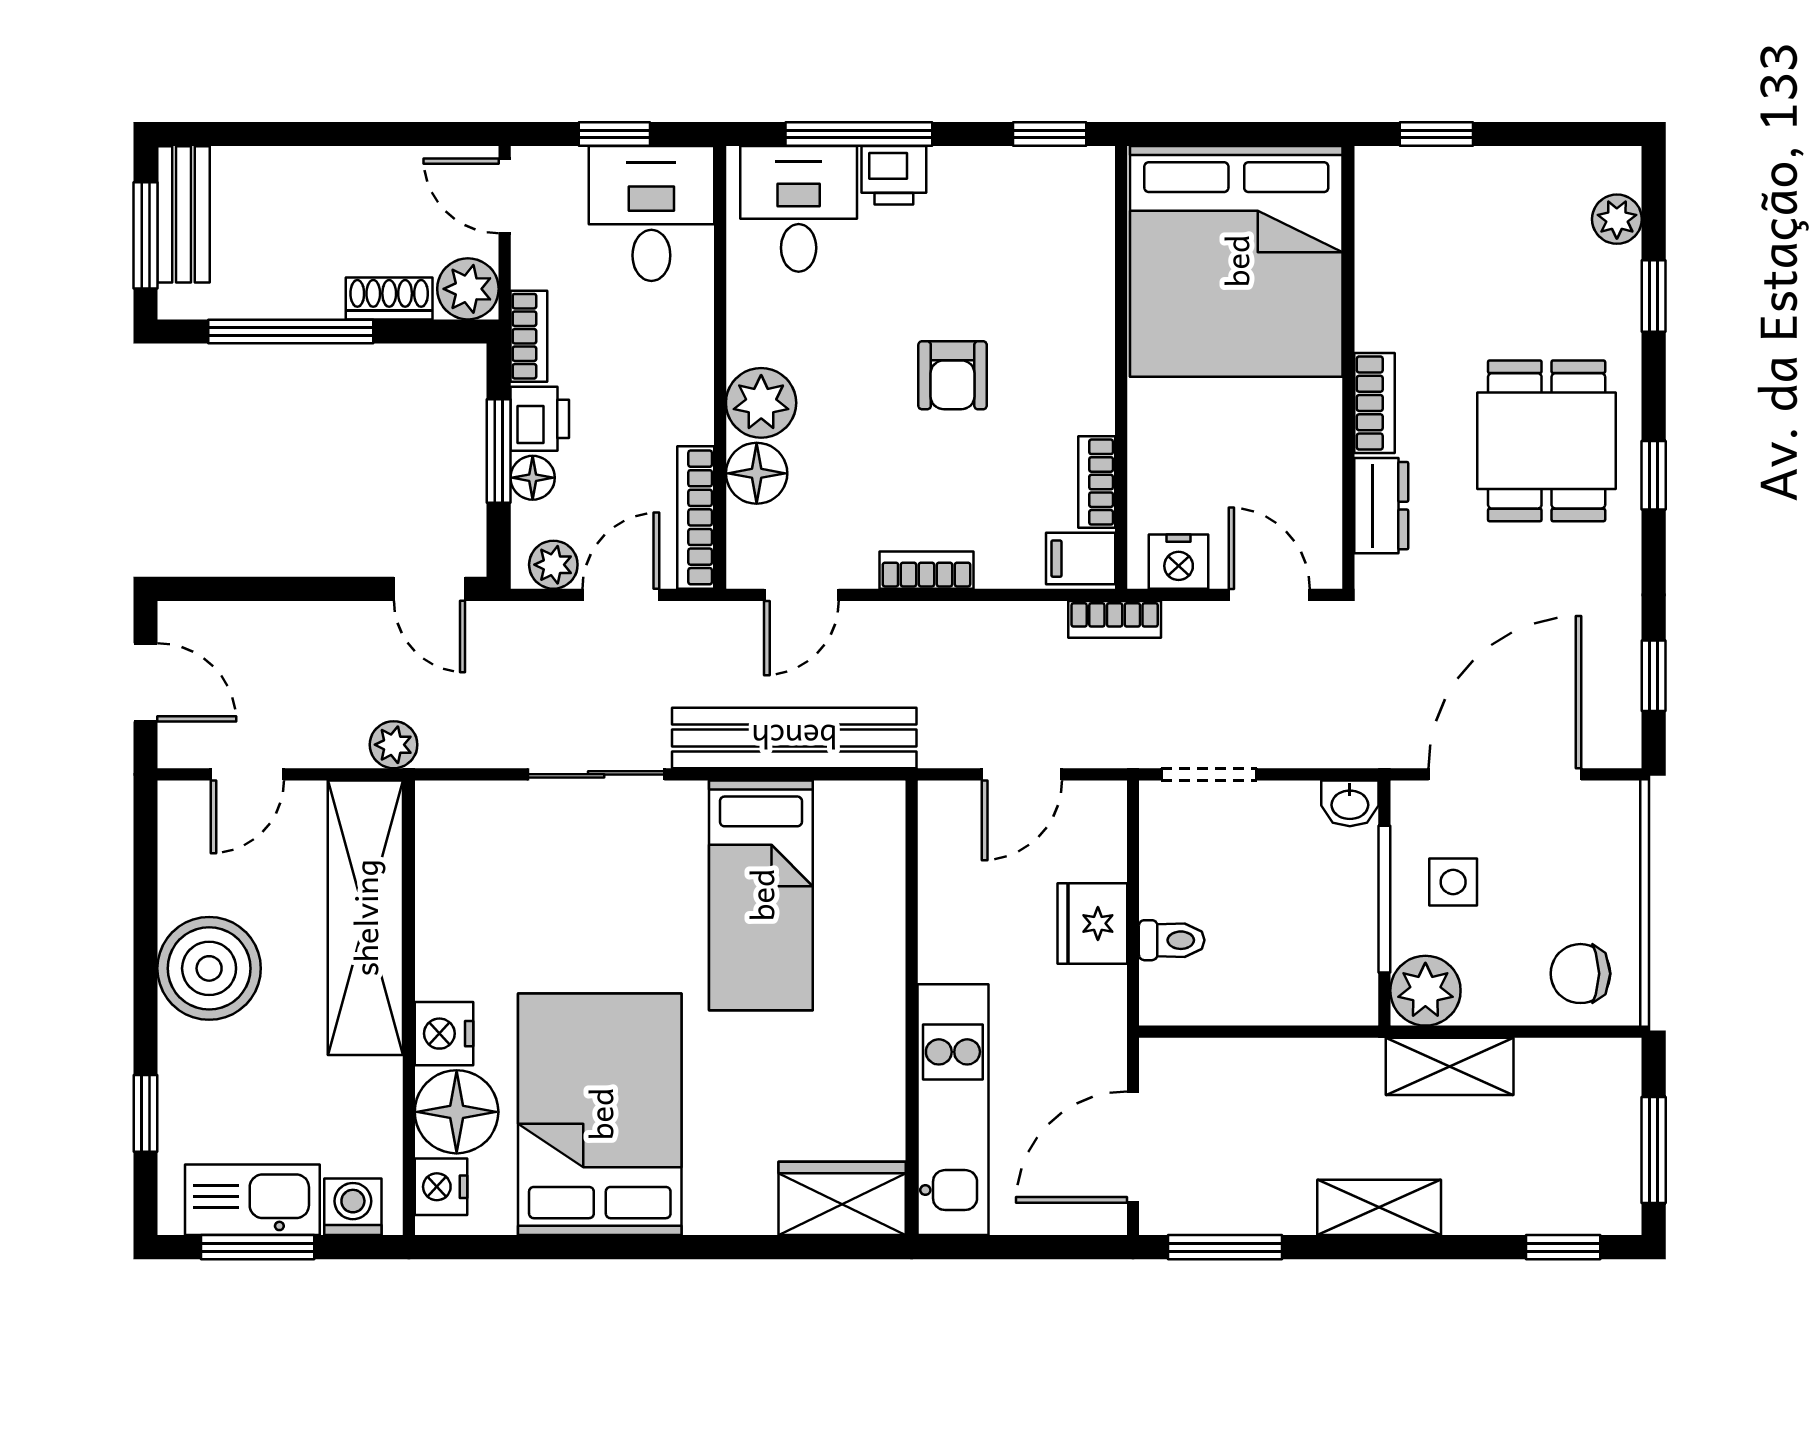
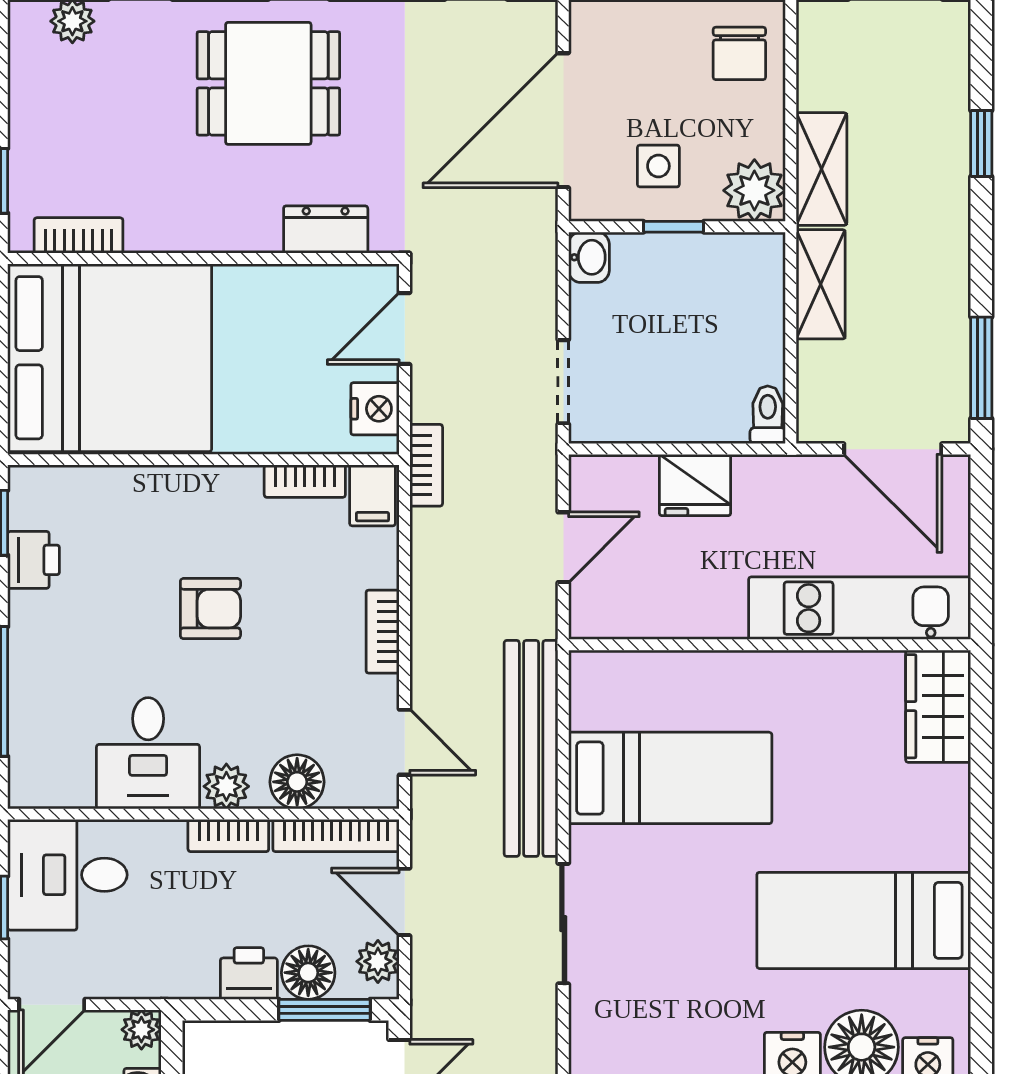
printer: (894, 175) -> (34, 560), moved
desk: (799, 209) -> (148, 753), moved, turned -90
plant: (468, 289) -> (141, 1030), width x0.73, depth x0.73
bookcase: (529, 336) -> (228, 836), moved, turned 180
plant: (761, 403) -> (226, 786), width x0.73, depth x0.73
bookcase: (1375, 403) -> (78, 235), moved
window: (499, 451) -> (325, 1010), moved
floor lamp: (533, 478) -> (308, 973), width x1.37, depth x1.37
door: (1022, 774) -> (563, 547), hinge flipped
door: (1505, 774) -> (563, 120), hinge flipped
window: (1384, 899) -> (674, 227), width x0.46
toilet: (1172, 940) -> (768, 415), moved
bed: (600, 1114) -> (864, 920), width x0.67
shelving: (1379, 1207) -> (821, 284), moved
window: (1563, 1247) -> (981, 143), moved

